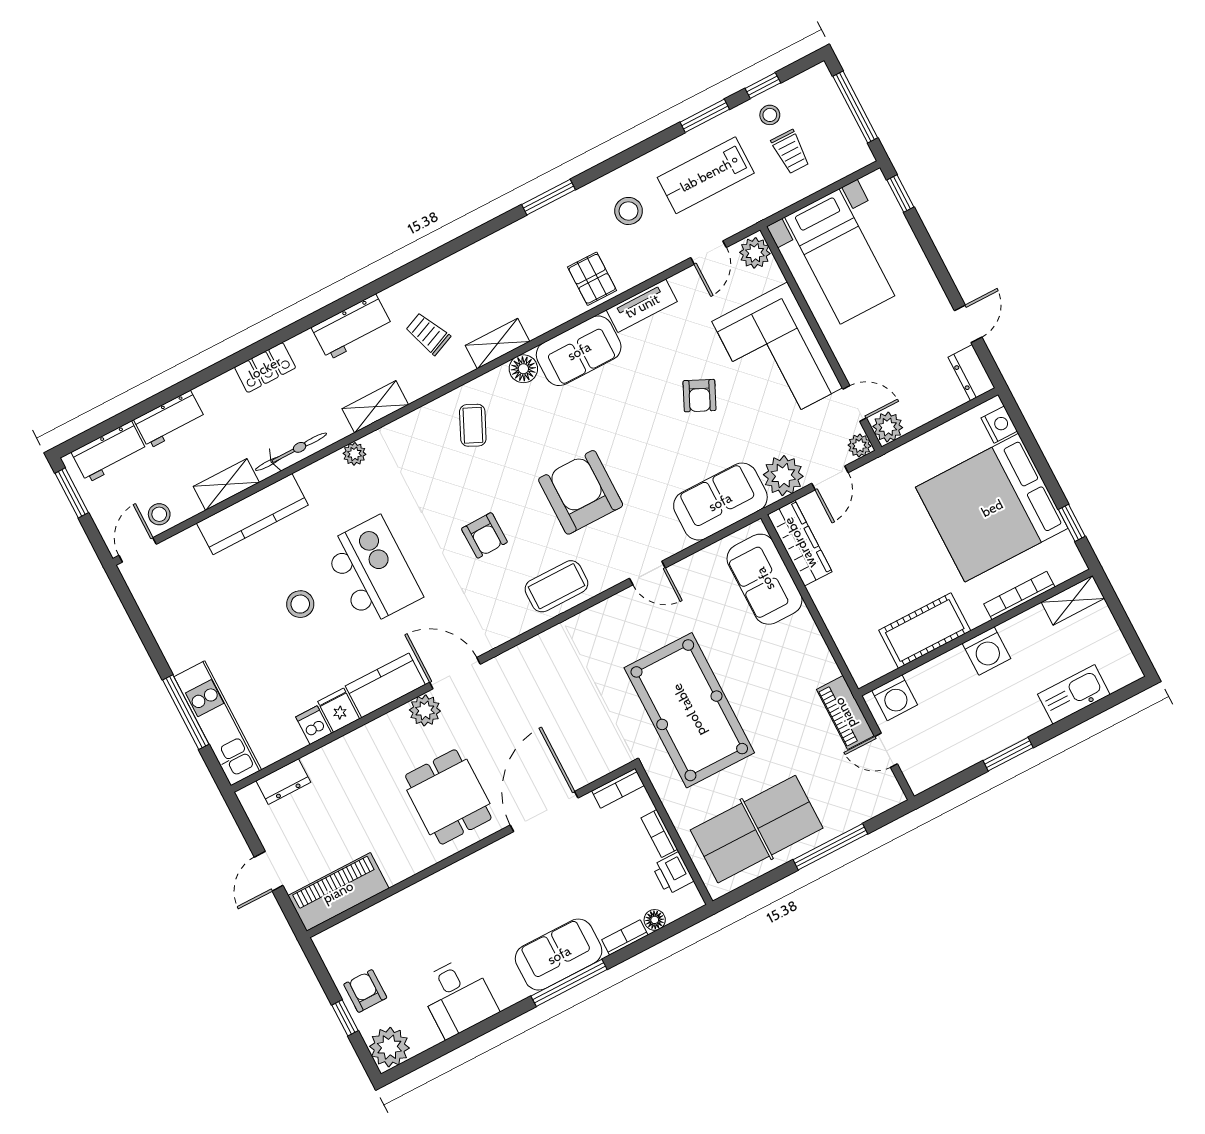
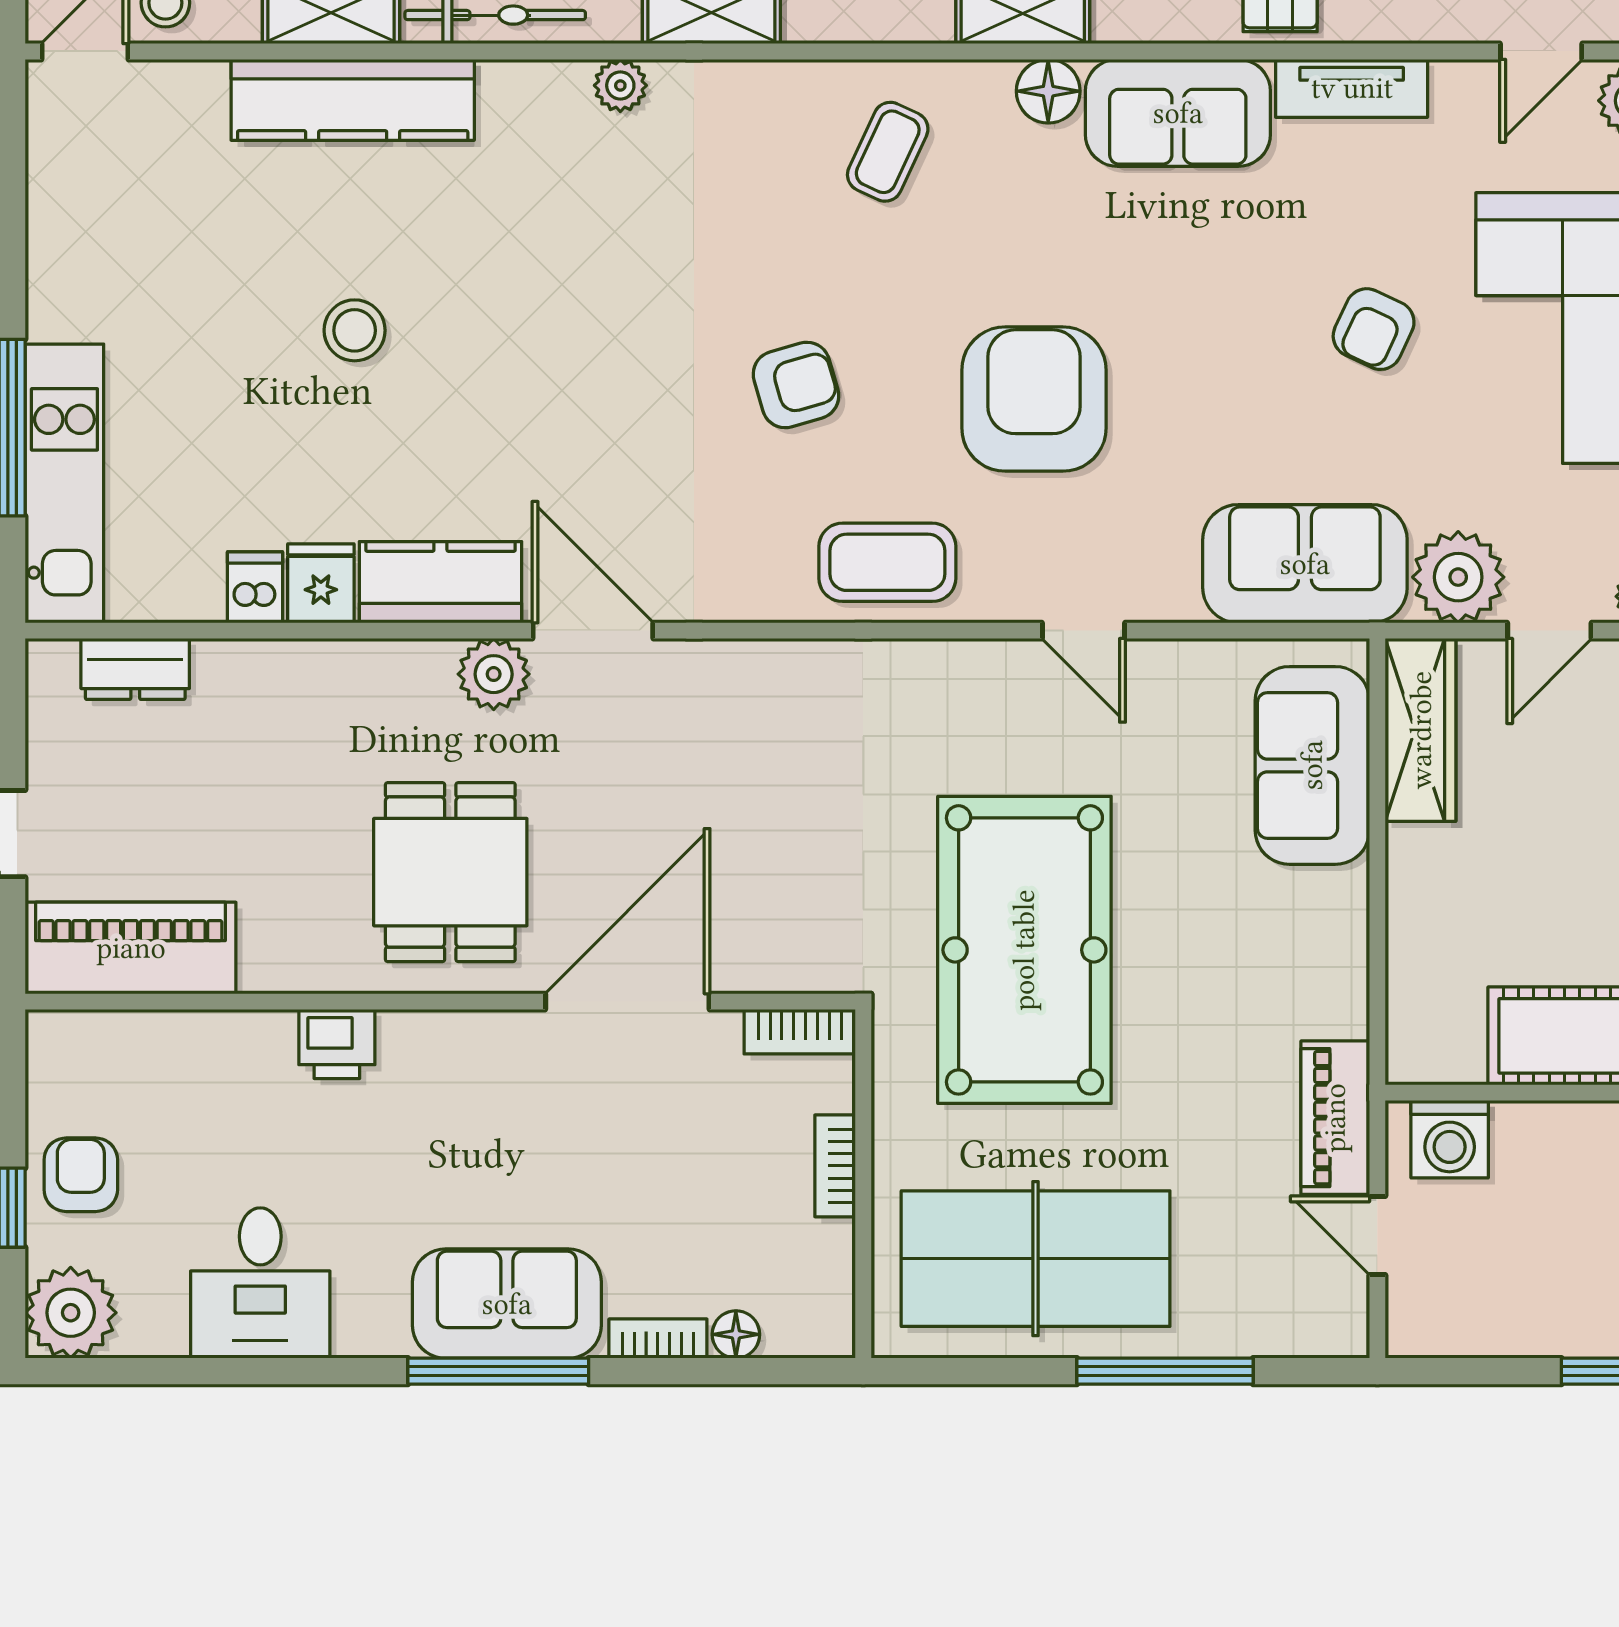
armchair: (484, 535) -> (796, 385), turned -105
kitchen island: (372, 571) -> (534, 339), removed
printer: (673, 873) -> (337, 1044), moved, turned -90

